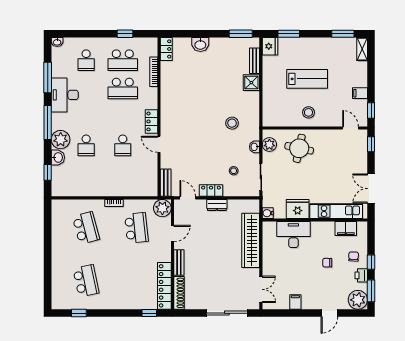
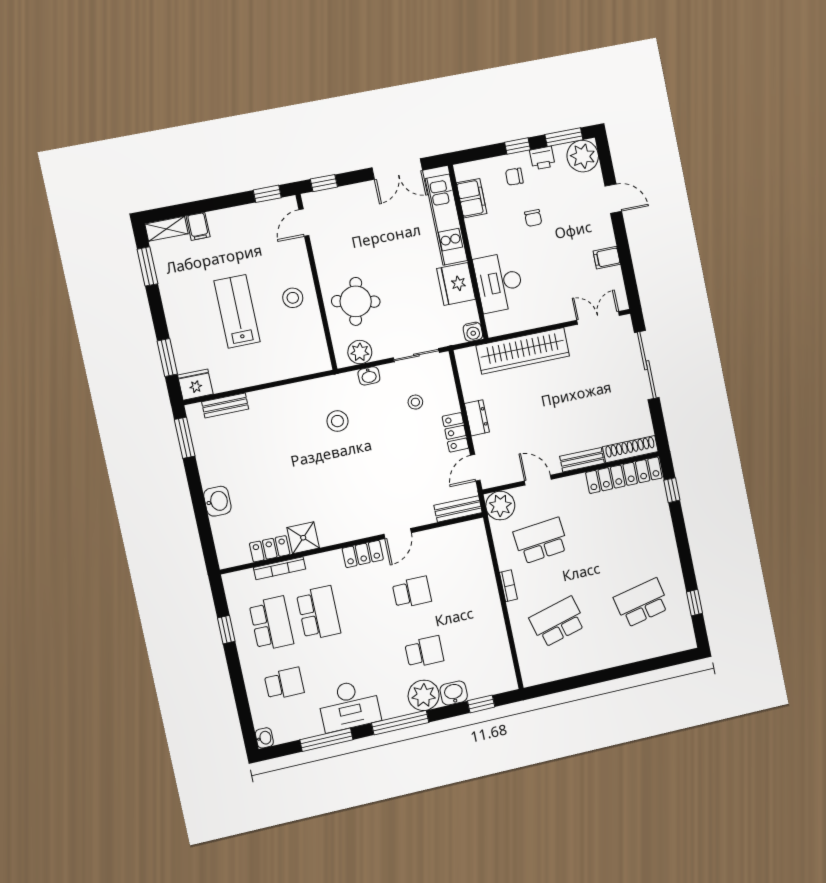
locker: (166, 49) -> (270, 549), moved
shower: (251, 83) -> (303, 538), moved
filing cabinet: (360, 93) -> (198, 226), moved

